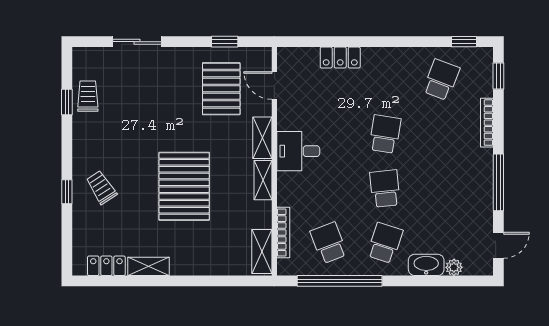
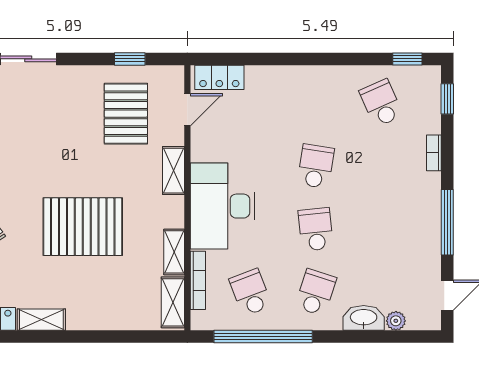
locker: (340, 58) -> (219, 77), moved
school desk: (441, 80) -> (381, 103), turned -45
door: (274, 86) -> (187, 110), swing flipped
bookcase: (487, 123) -> (434, 153), width x0.64
desk: (298, 151) -> (223, 206), width x1.87, depth x1.30
shelving: (263, 180) -> (174, 252), moved
pallet: (184, 186) -> (83, 227), turned 90

